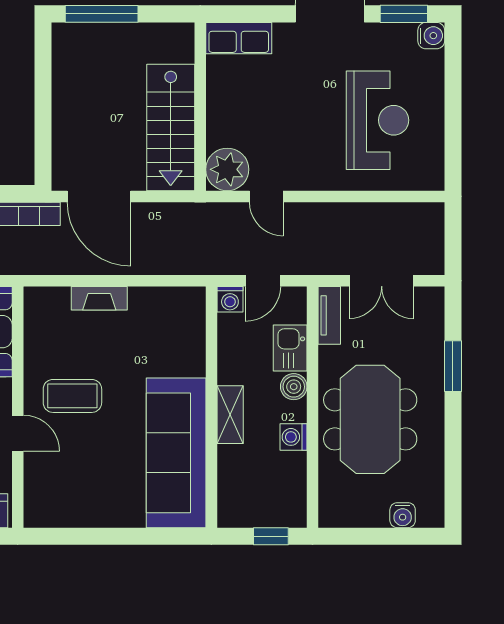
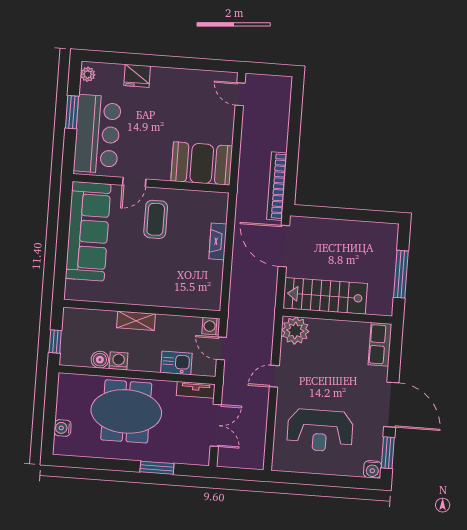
window: (102, 14) -> (401, 274), moved
door: (99, 196) -> (284, 246), hinge flipped
door: (266, 196) -> (274, 376), moved
double door: (382, 281) -> (216, 425), swing flipped
boiler: (294, 387) -> (100, 360), moved
sofa: (176, 453) -> (88, 231), moved, turned 90

